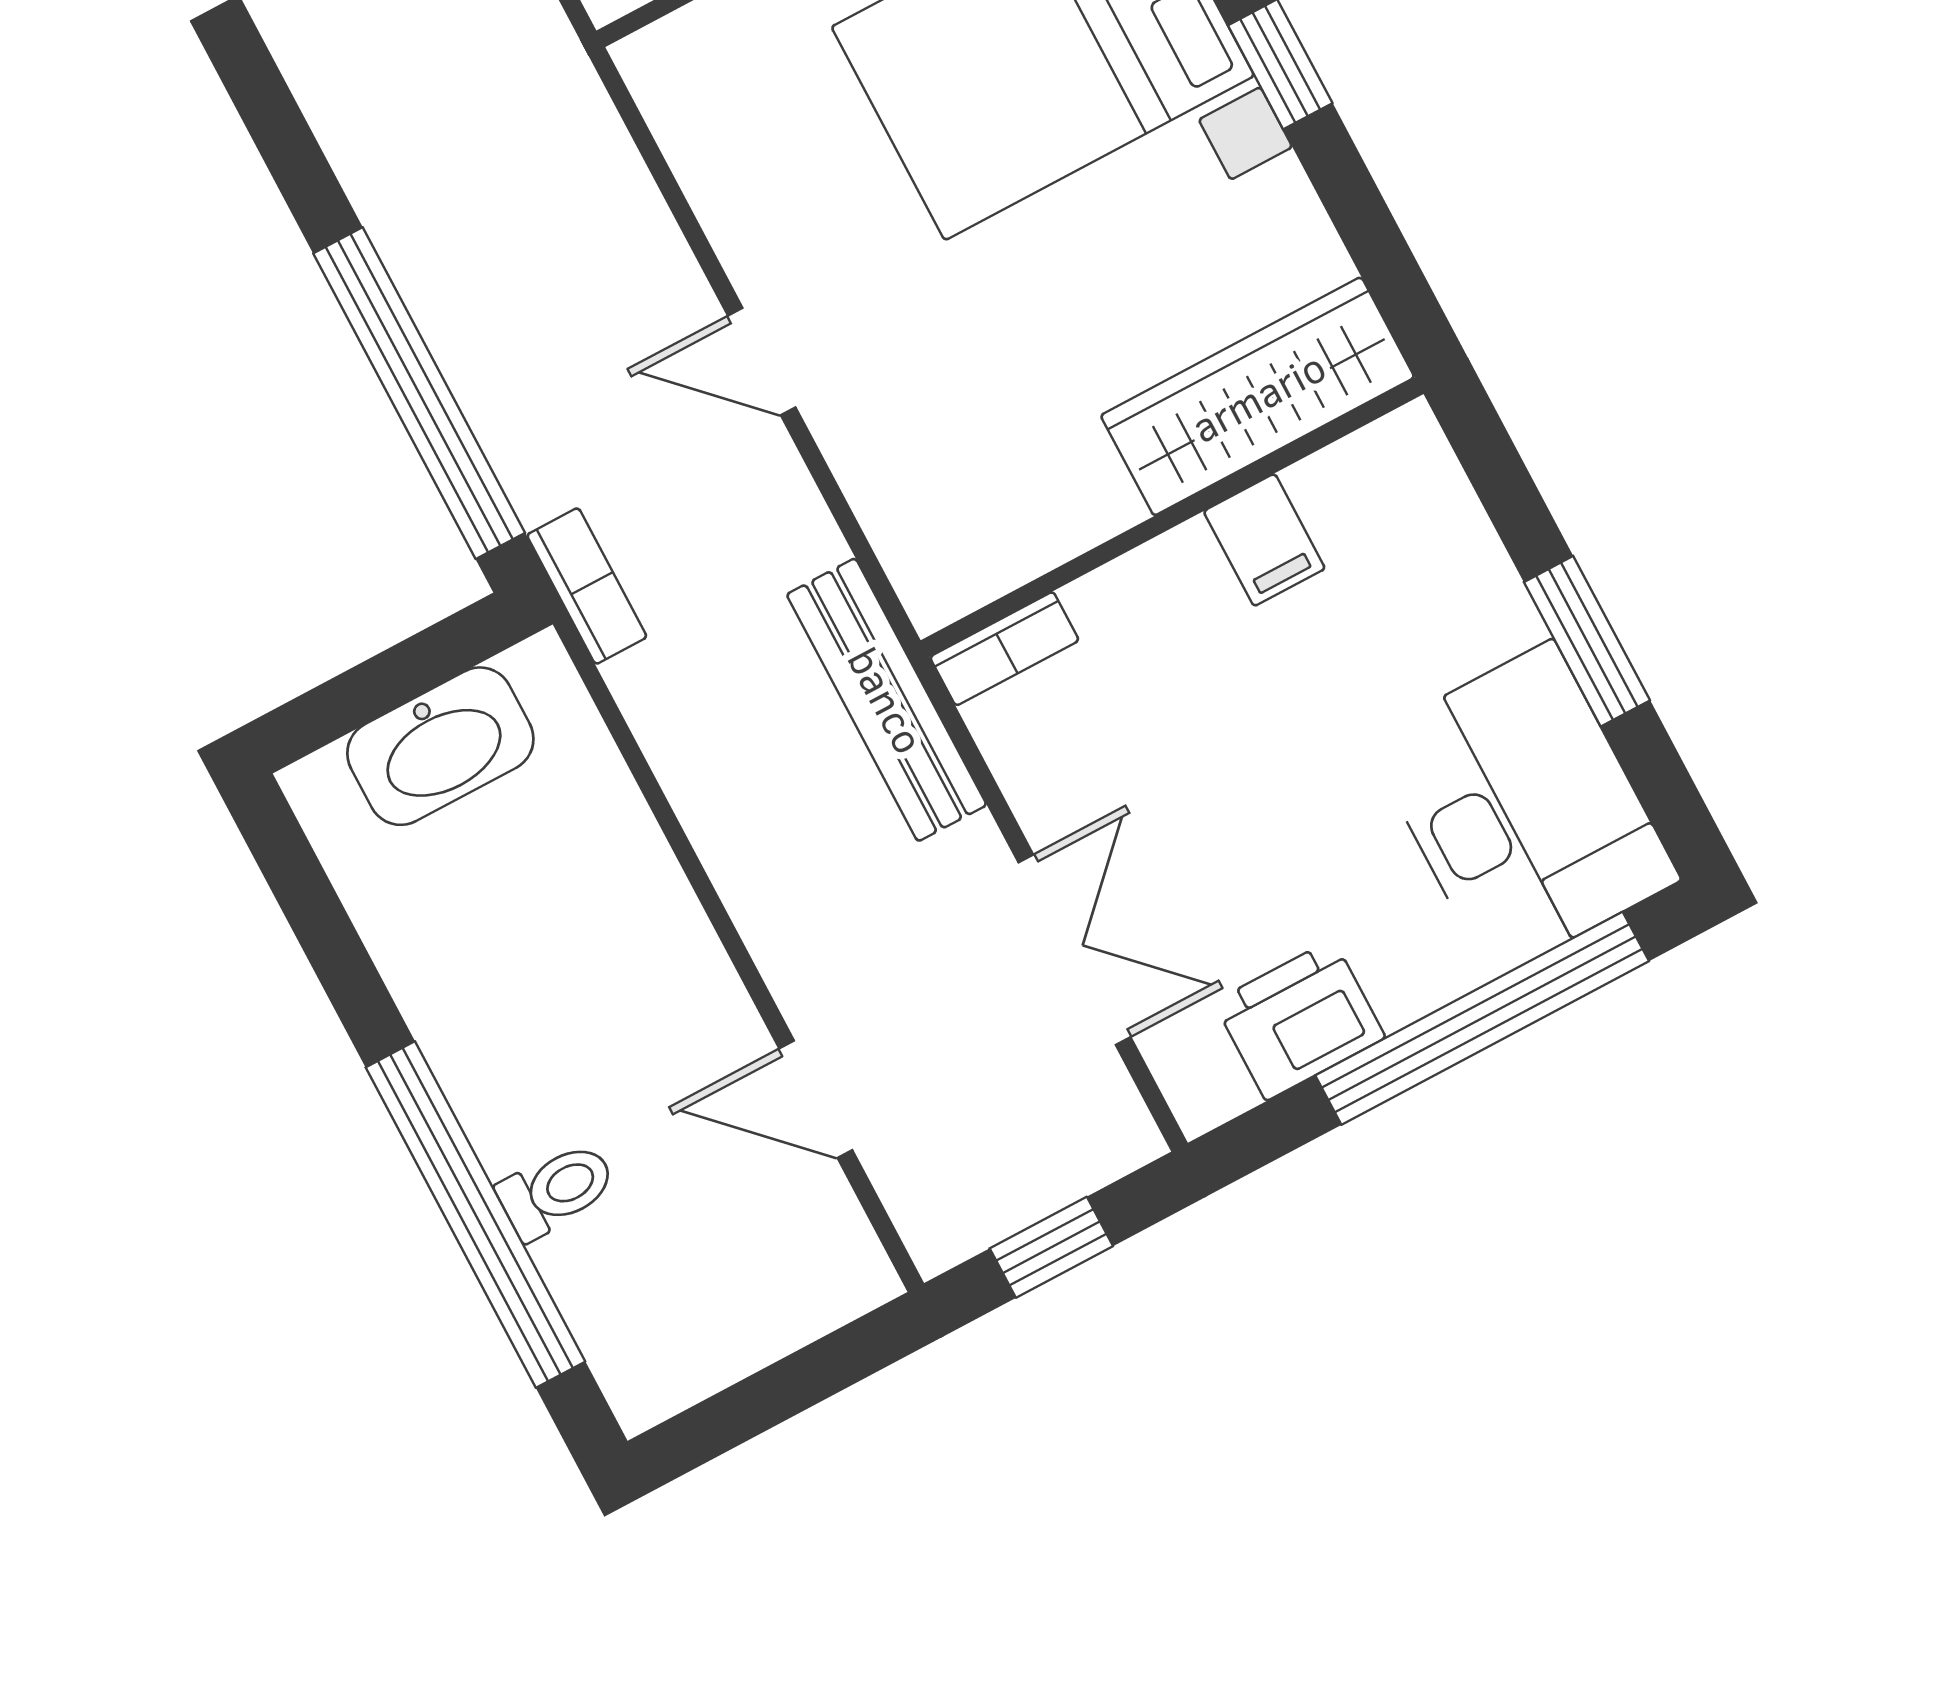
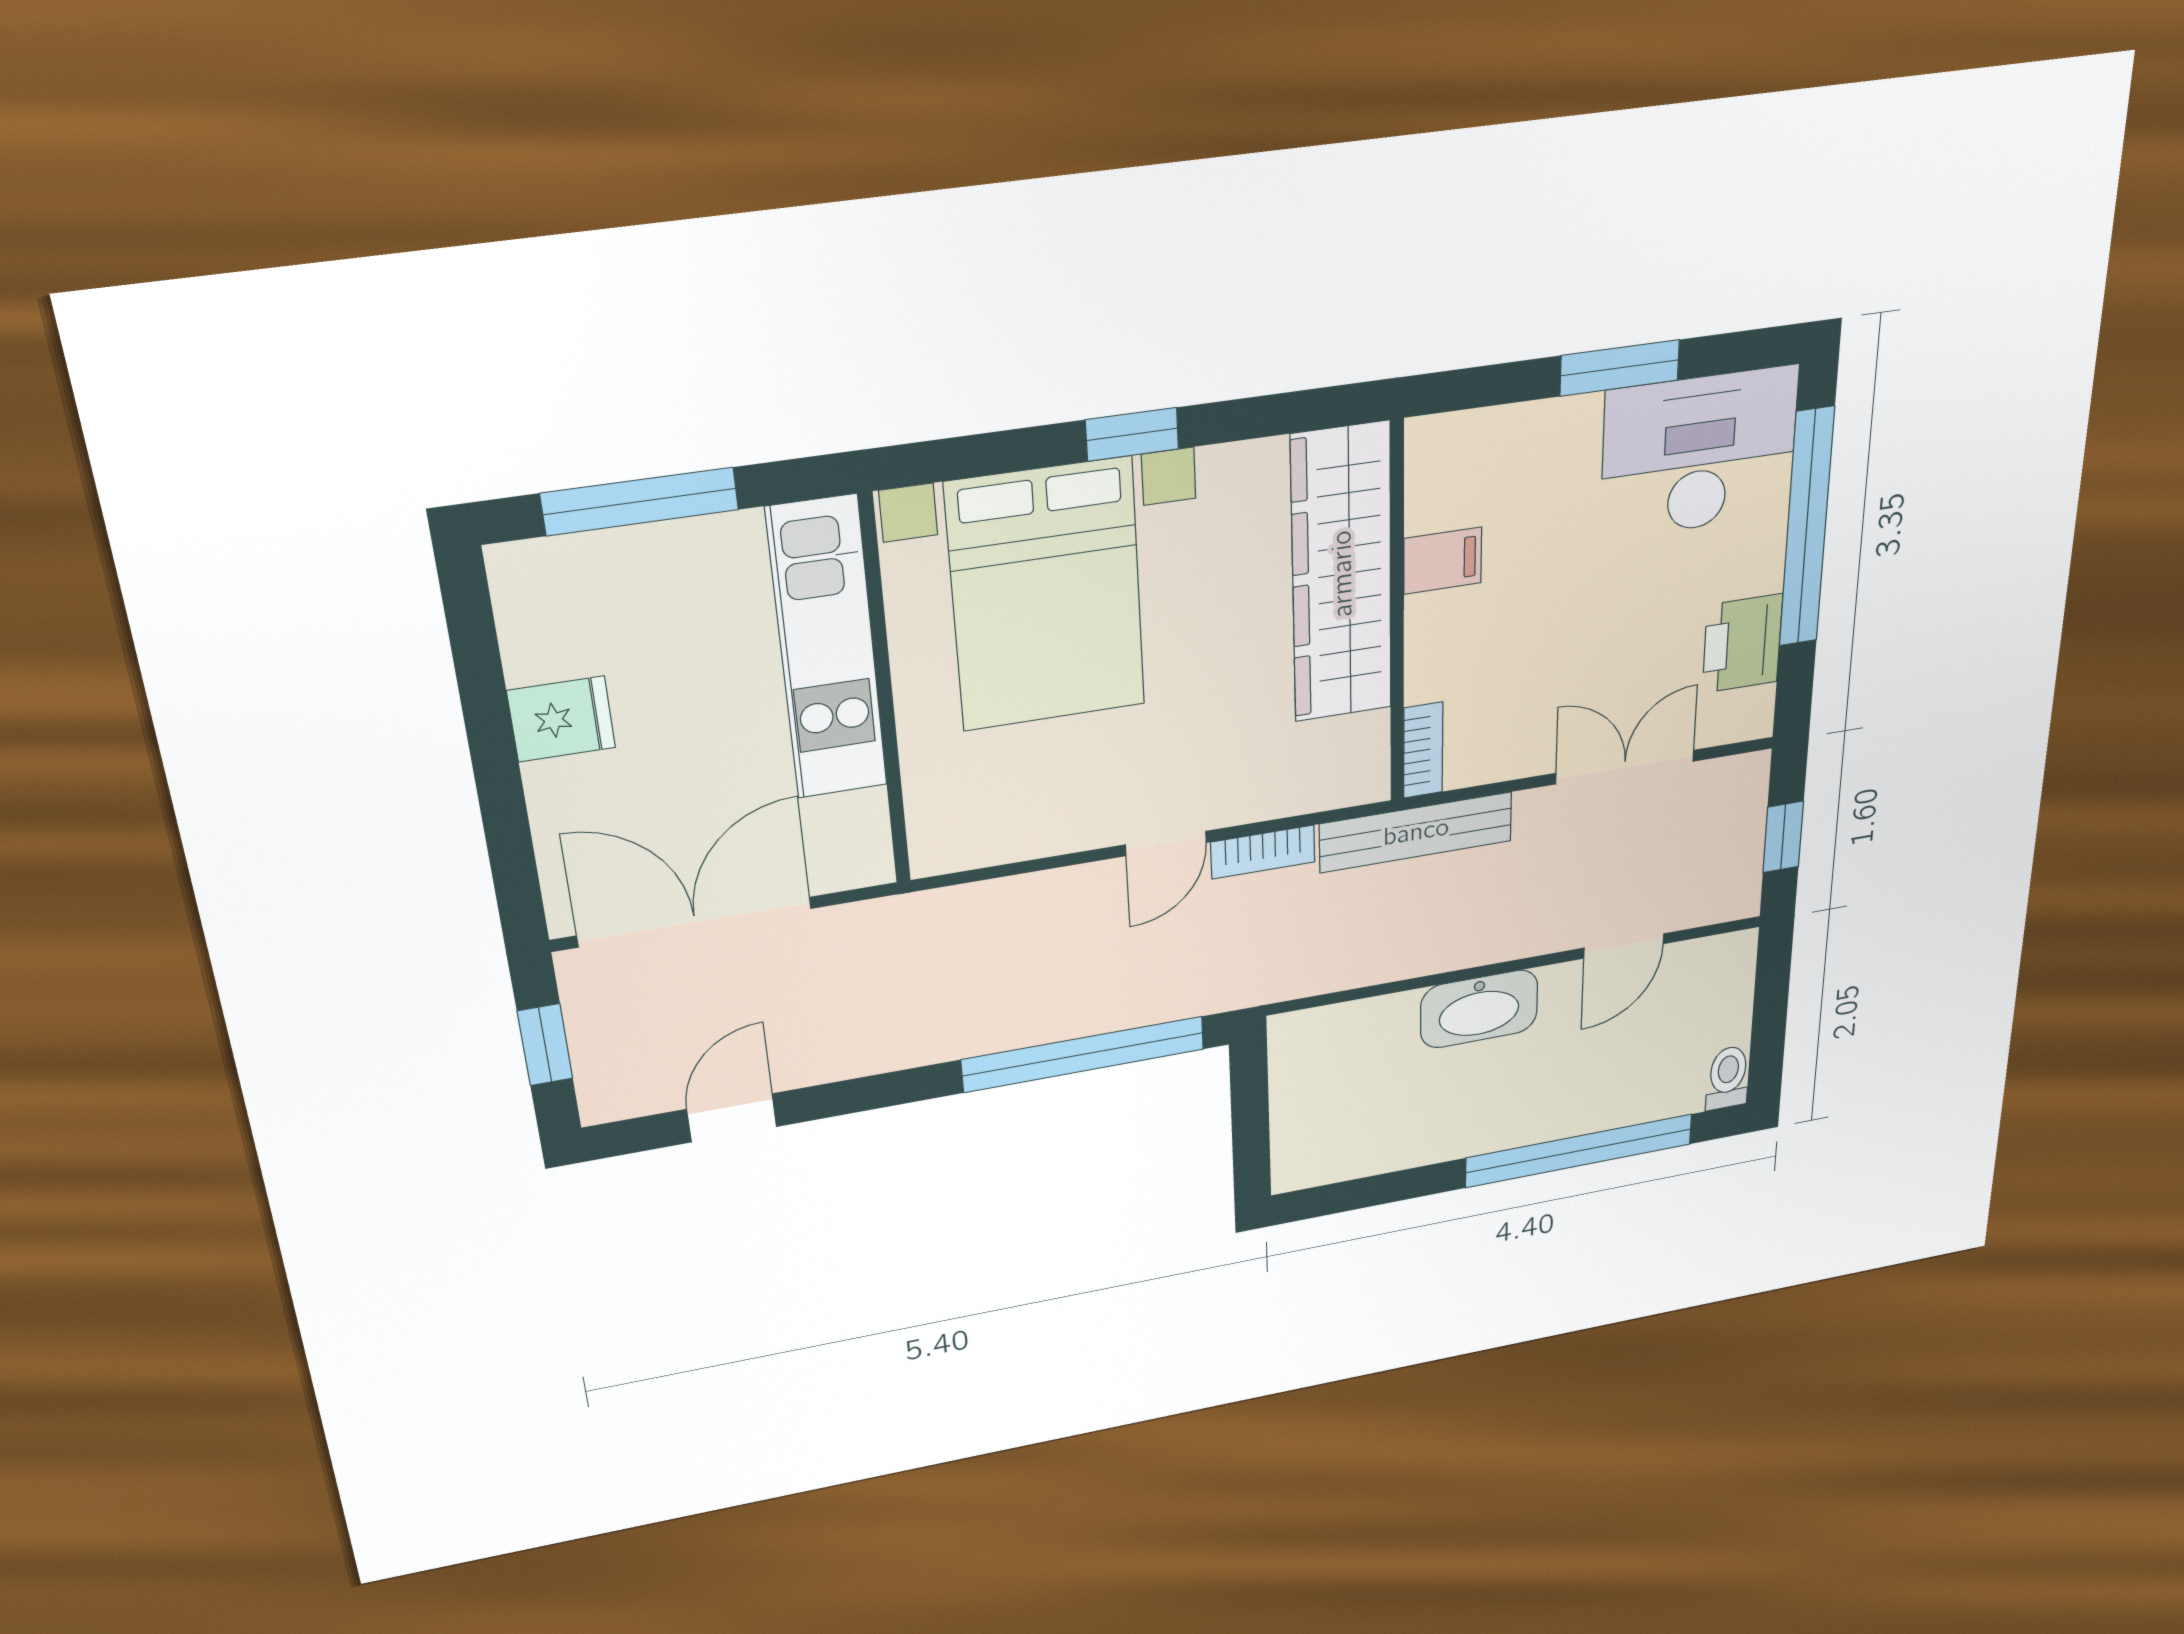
wardrobe: (1258, 396) -> (1342, 574), width x1.40, depth x1.17
bookcase: (587, 586) -> (1263, 852), moved, turned 180
washbasin: (440, 746) -> (1479, 1009), moved, turned 90
toilet: (557, 1190) -> (1728, 1078), moved

